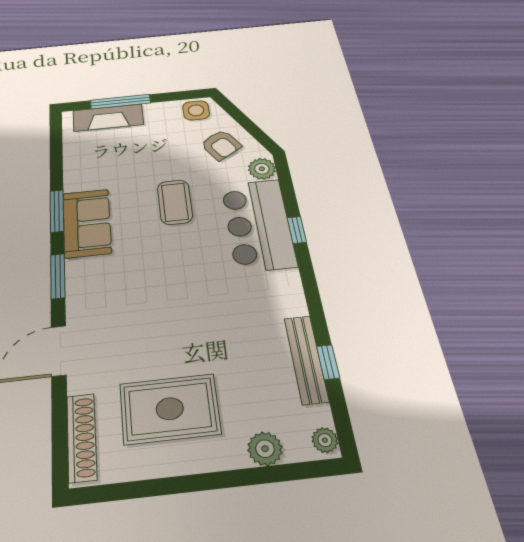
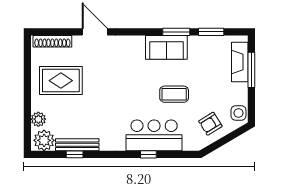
plant: (262, 169) -> (191, 143), removed
window: (58, 276) -> (211, 32), moved
rug: (170, 409) -> (61, 81), turned 90
plant: (325, 440) -> (44, 140), width x1.88, depth x1.88

